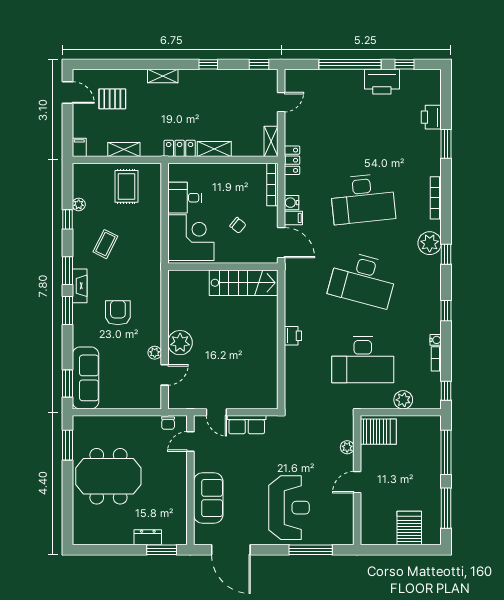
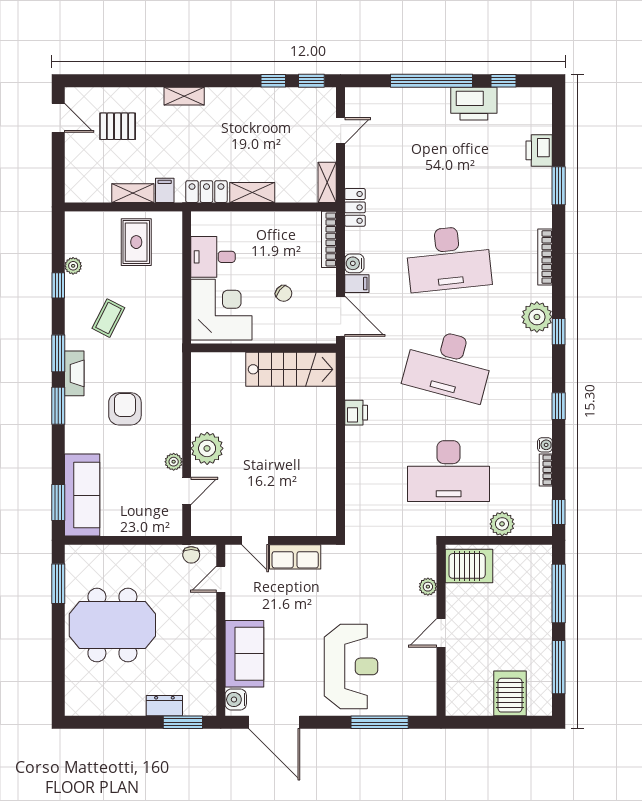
window: (208, 64) -> (273, 81), moved
filing cabinet: (79, 147) -> (165, 190), moved
printer: (293, 336) -> (356, 413), moved
water cooler: (202, 533) -> (236, 700), added

